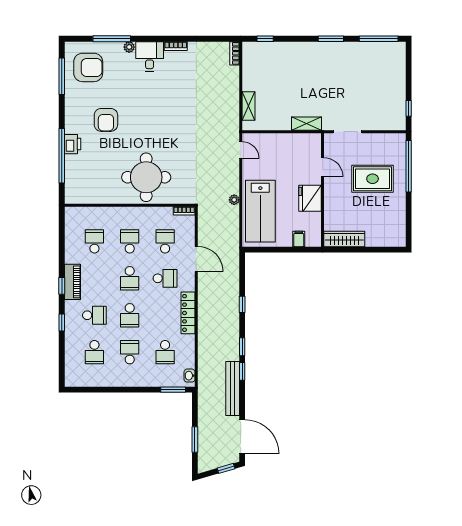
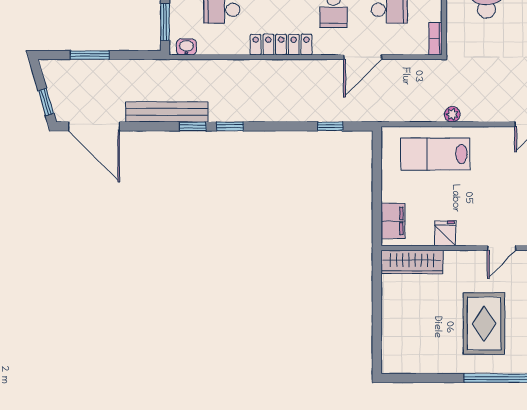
fridge: (310, 198) -> (445, 233), width x0.53, depth x0.75
lab bench: (260, 211) -> (435, 154), width x0.73, depth x0.72
filing cabinet: (299, 239) -> (393, 221), width x2.00
wardrobe: (344, 239) -> (412, 262), moved, turned 90
window: (242, 304) -> (330, 126), moved
door: (242, 437) -> (94, 126), hinge flipped

